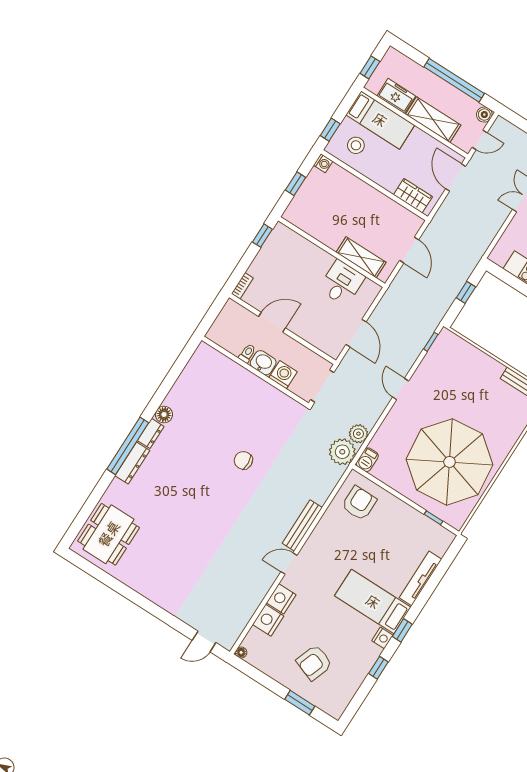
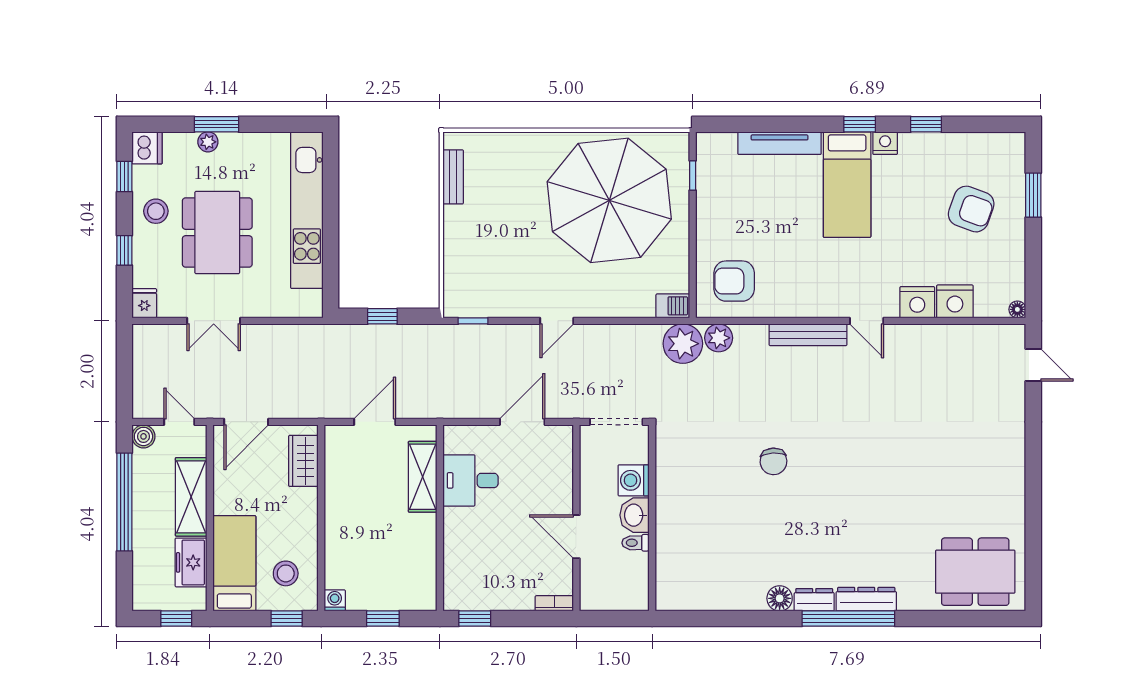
plant: (358, 434) -> (719, 338), moved

